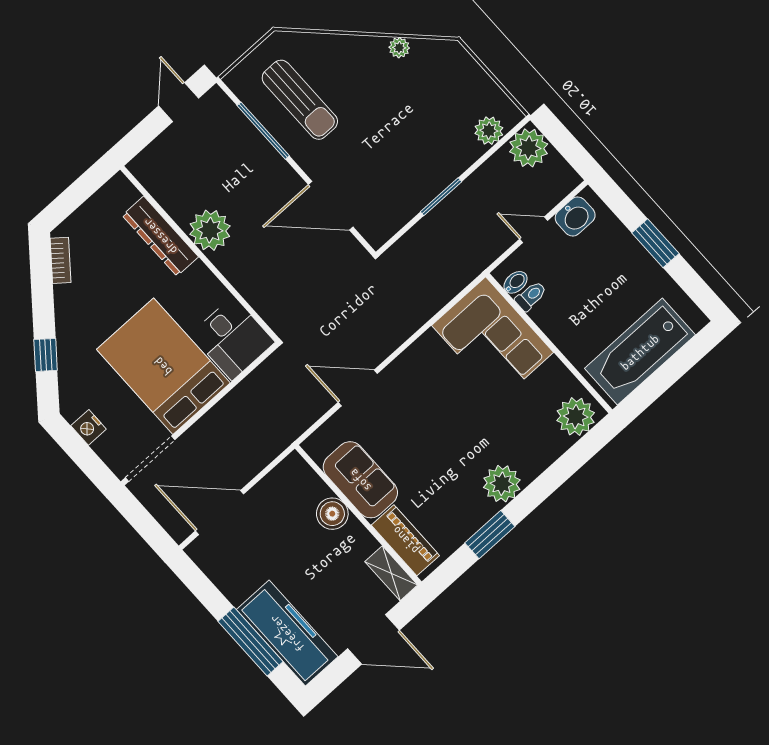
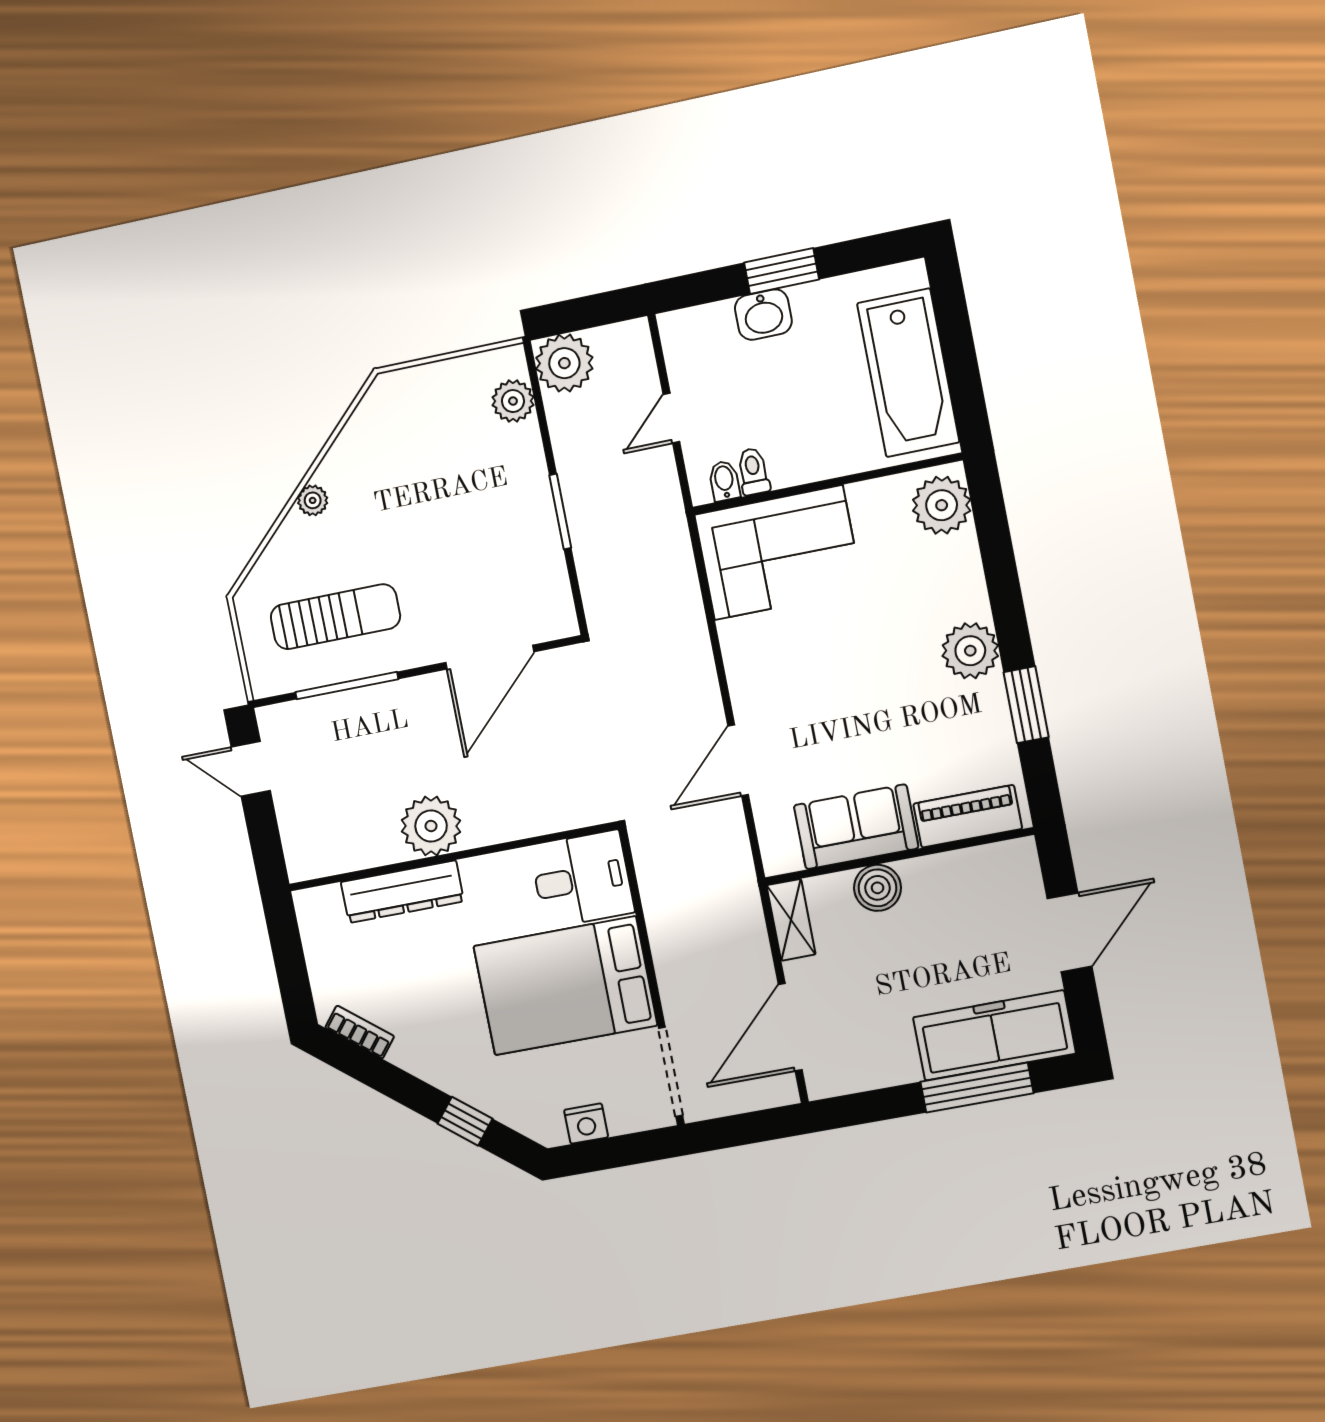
plant: (399, 48) -> (313, 500), moved
washbasin: (575, 216) -> (763, 315), moved, turned 90
shelving: (391, 573) -> (791, 920), moved, turned 90

